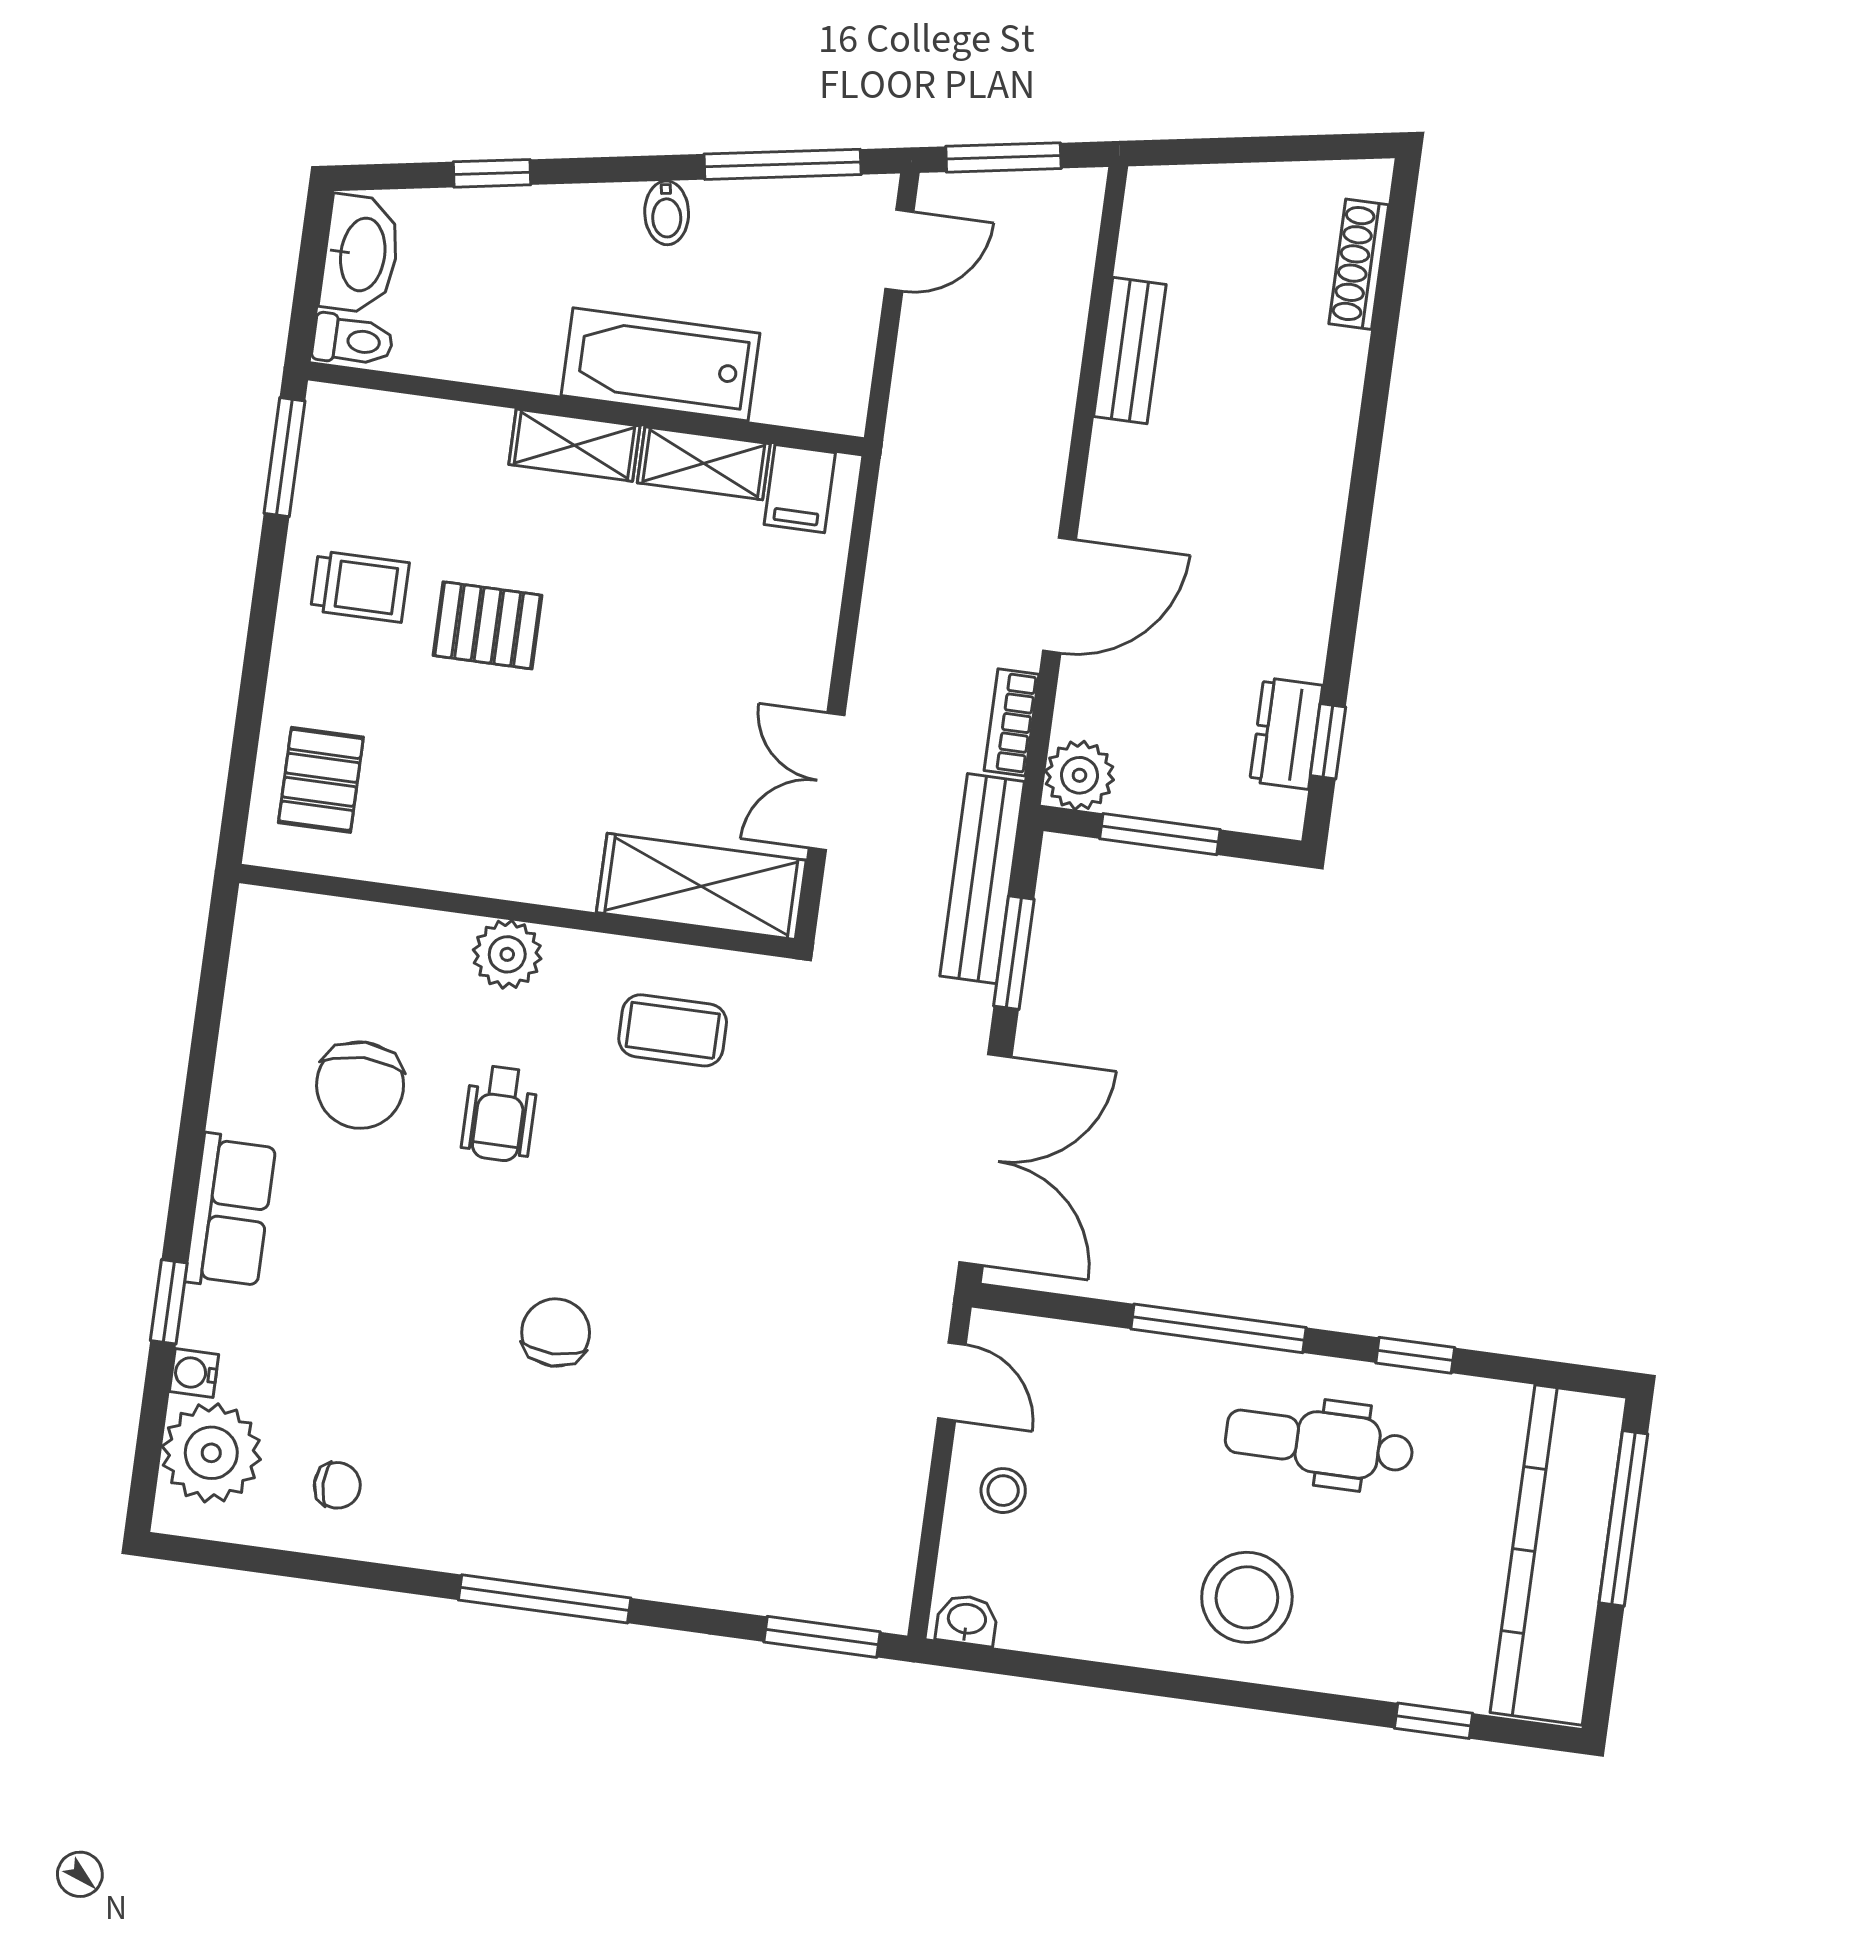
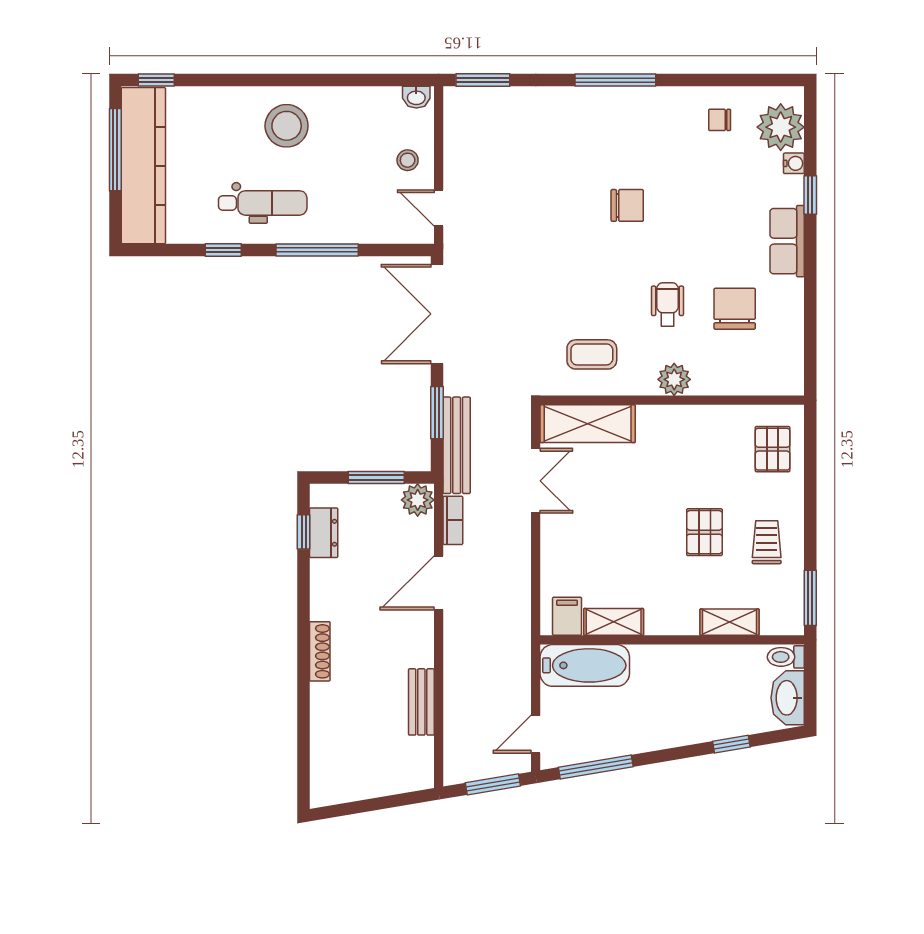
bidet: (667, 213) -> (647, 737), removed
shoe rack: (1359, 264) -> (320, 651), moved
bathtub: (660, 364) -> (585, 665), moved
shelving: (574, 445) -> (730, 622), moved
trolley: (360, 587) -> (767, 542), turned 90
pallet: (488, 625) -> (704, 532), turned 90
chair: (556, 1333) -> (627, 205), turned -90
window: (1623, 1518) -> (115, 150), moved
window: (1434, 1721) -> (156, 80), moved

